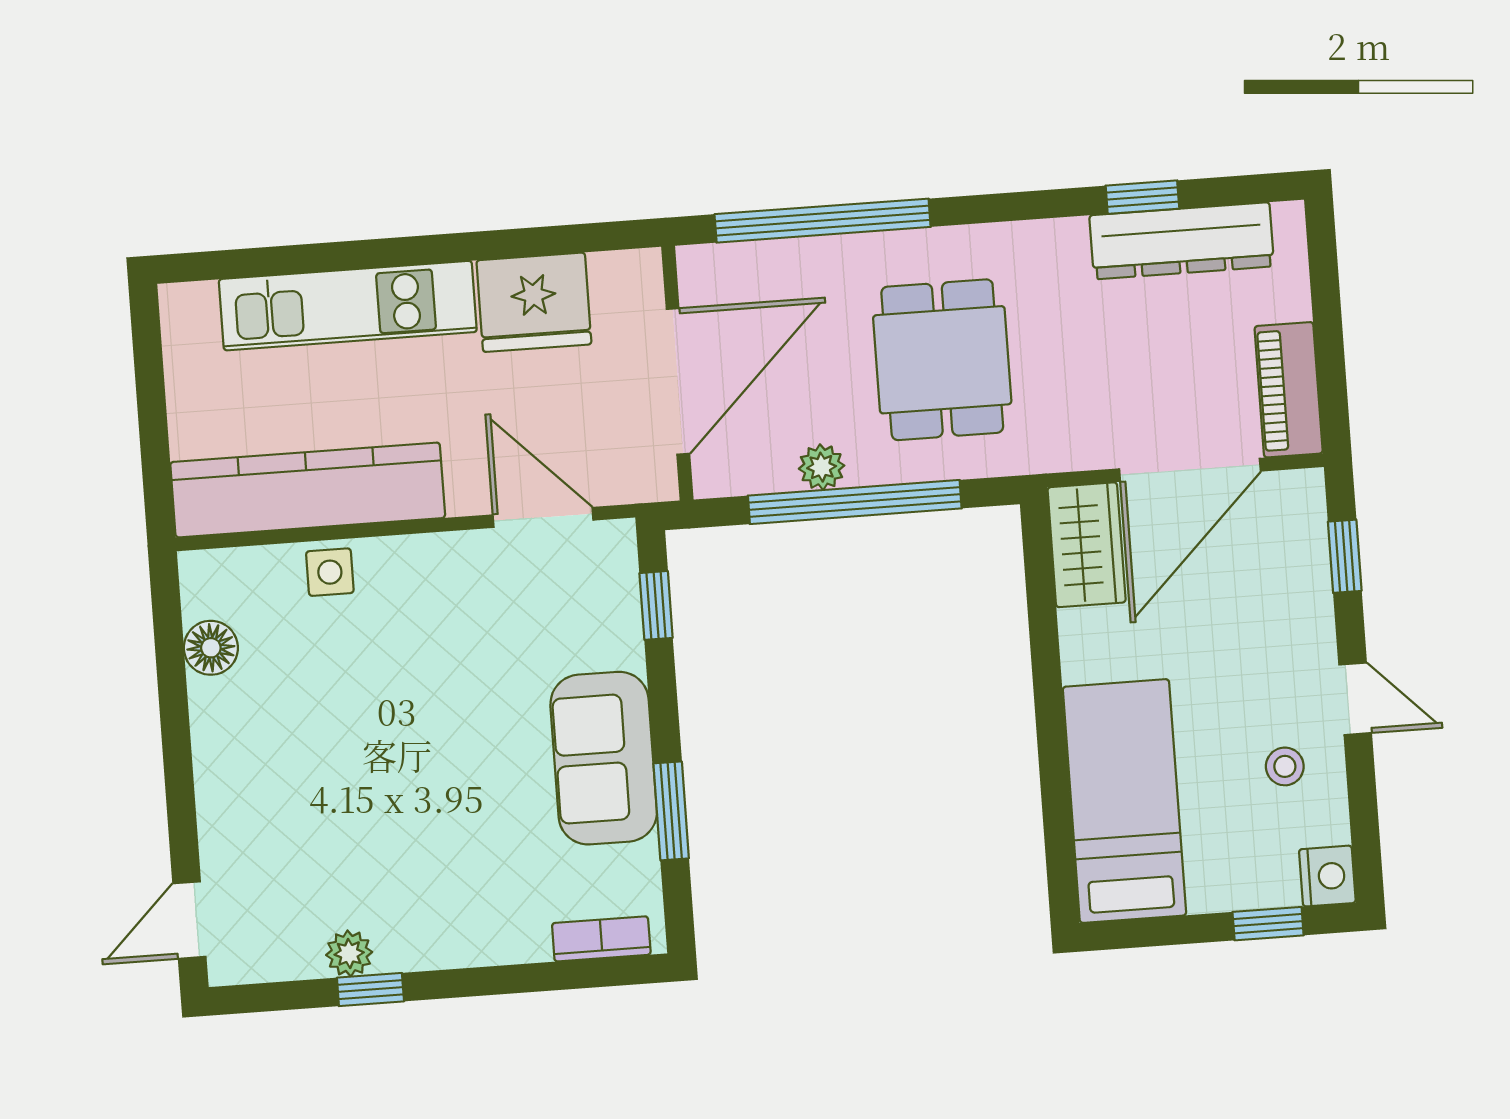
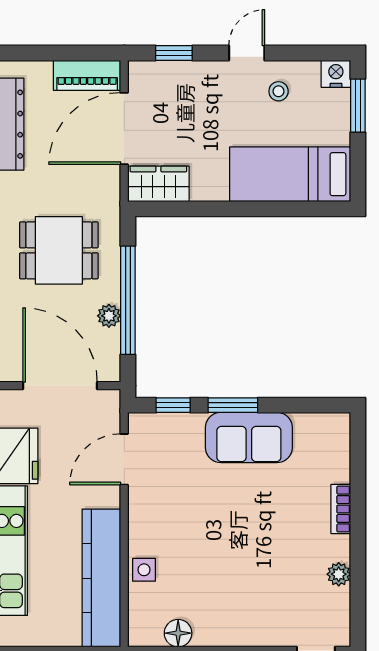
door: (1190, 470) -> (124, 128), swing flipped
window: (671, 811) -> (233, 405), moved
window: (1268, 924) -> (358, 106), width x1.50
bookcase: (601, 939) -> (341, 509), moved
window: (370, 990) -> (358, 565), removed

